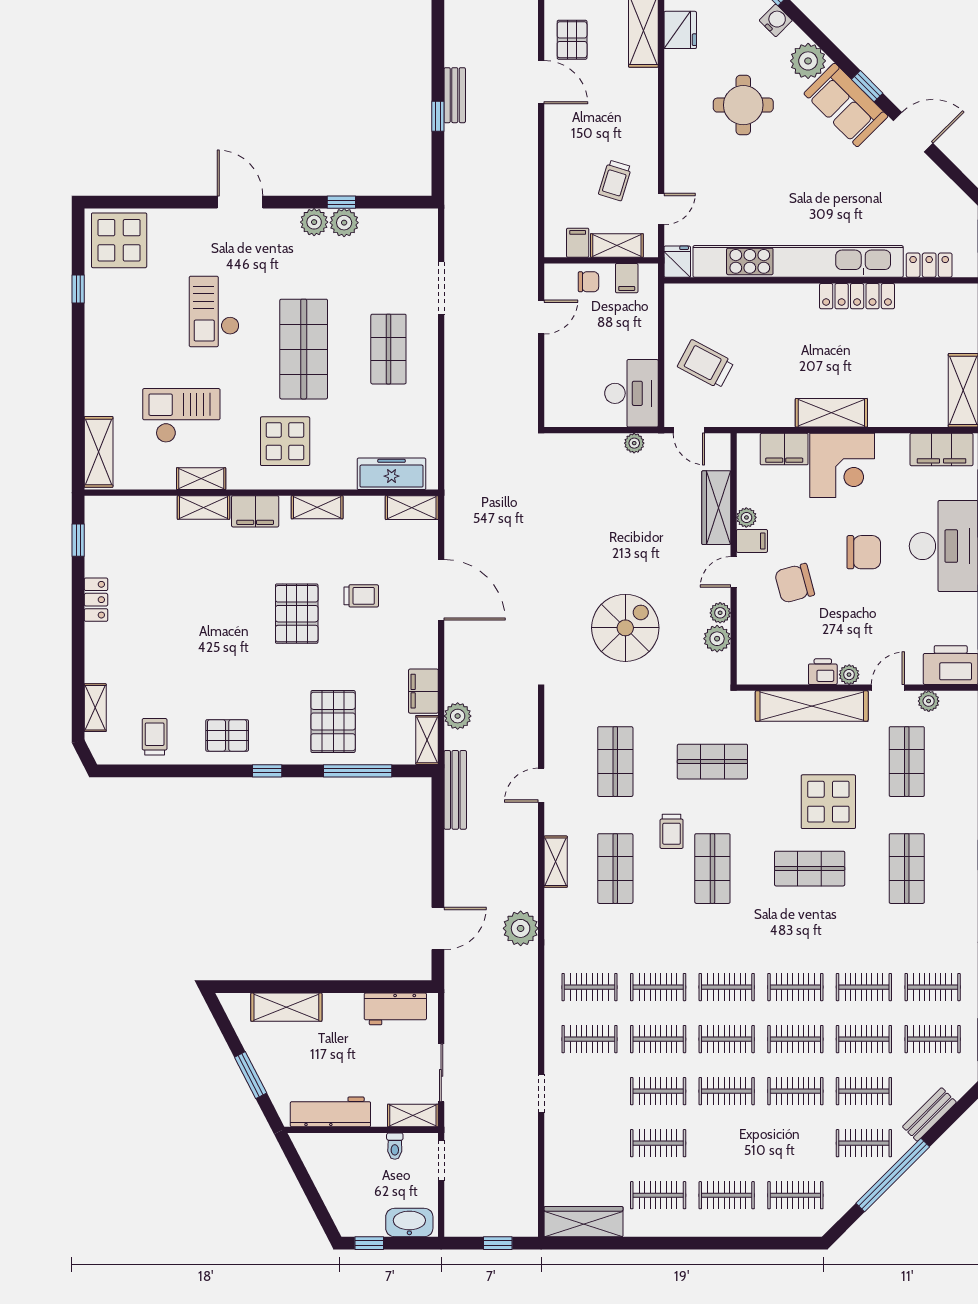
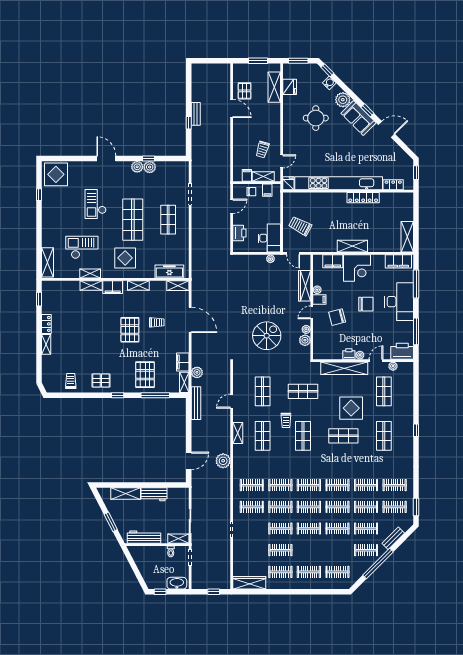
printer: (560, 381) -> (239, 233), added
shelving: (95, 708) -> (46, 344), moved
workbench: (395, 1009) -> (154, 494), moved

